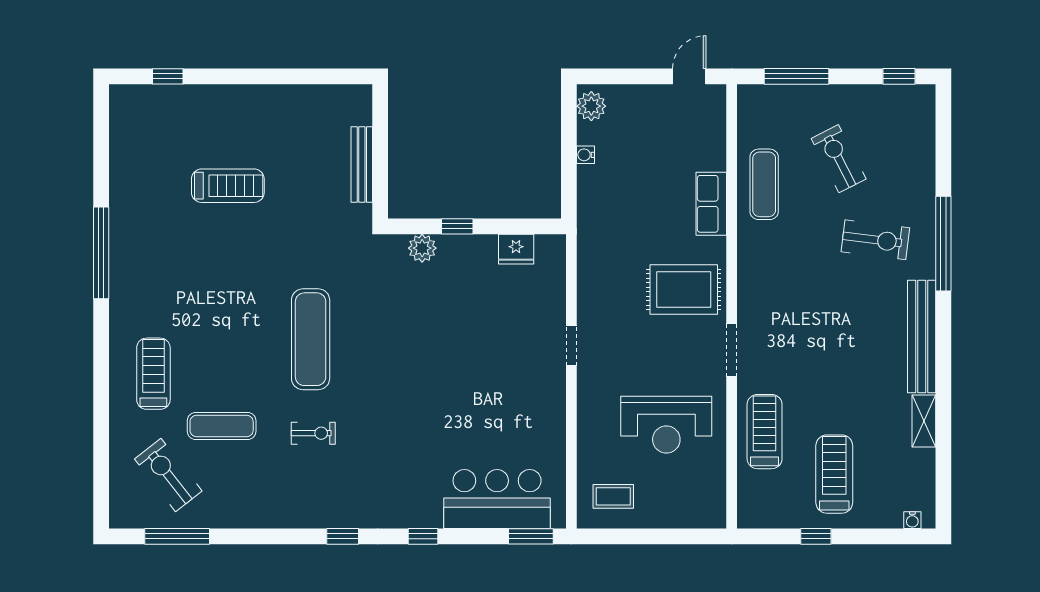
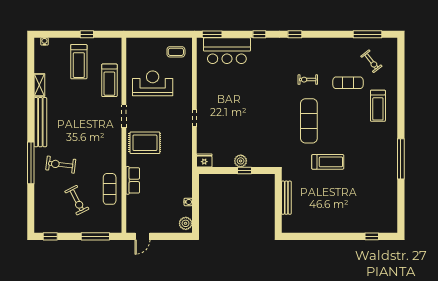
treadmill: (228, 186) -> (328, 162), moved, turned 180
plant: (422, 248) -> (241, 161), moved
fridge: (516, 249) -> (204, 160), moved
exercise bike: (168, 475) -> (371, 61), width x0.73, depth x0.72

